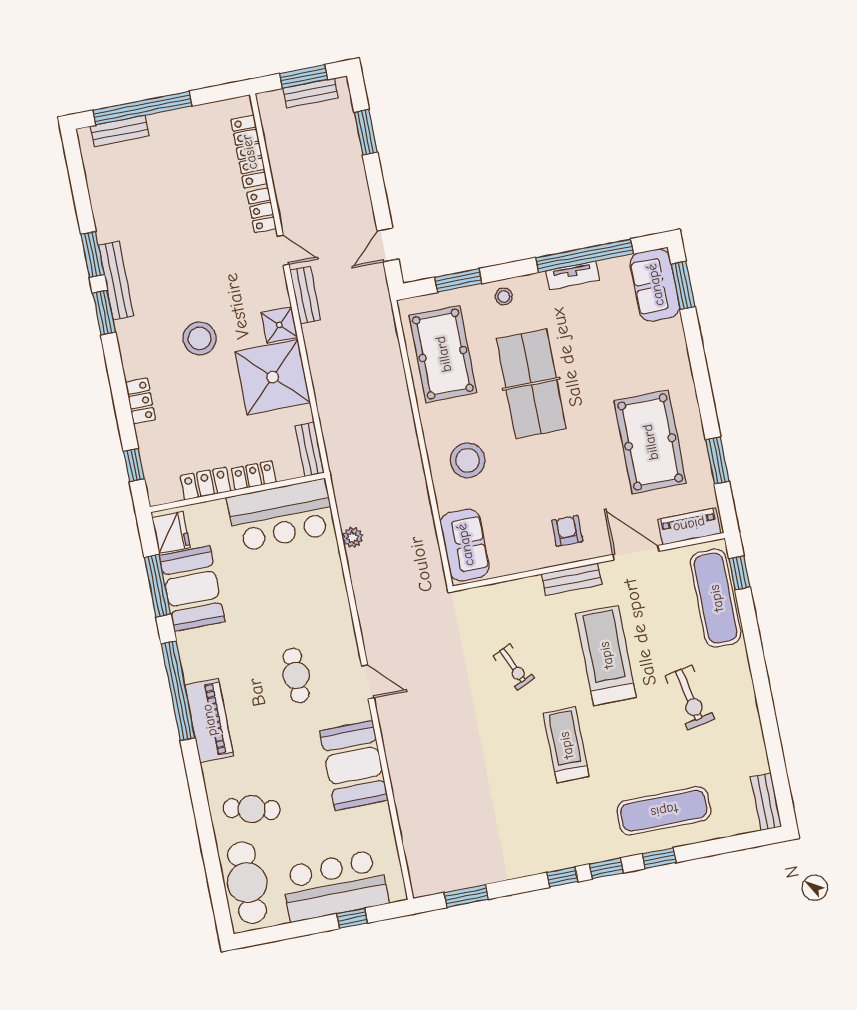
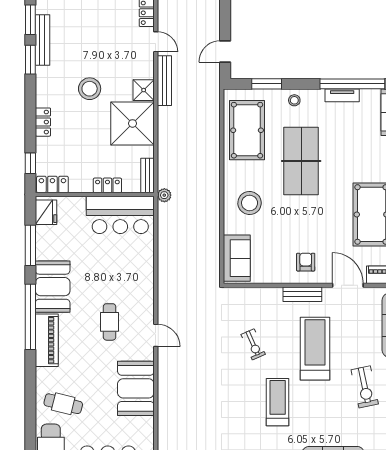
bench: (305, 295) -> (164, 81), width x1.36
locker: (206, 483) -> (52, 184), moved
plant: (353, 537) -> (164, 195), moved
booth: (192, 589) -> (53, 287), moved

